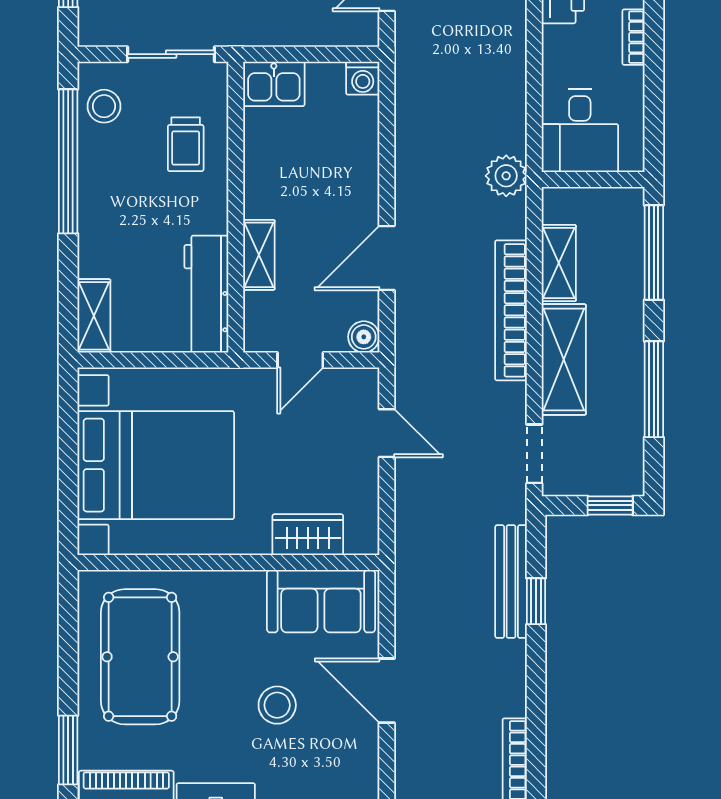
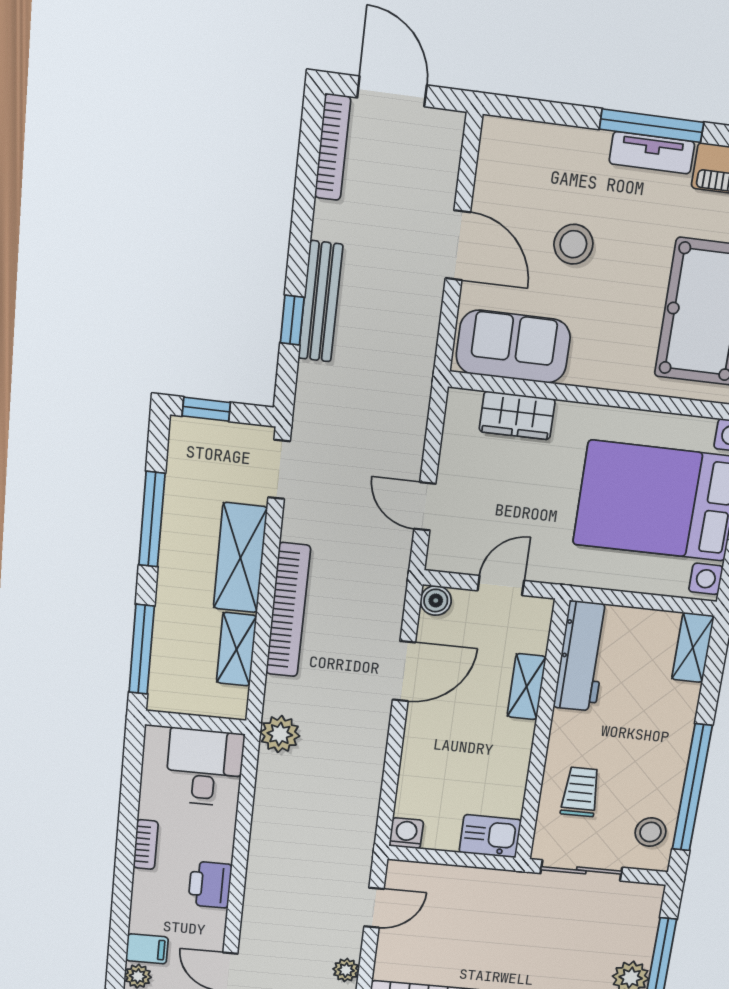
bench: (511, 582) -> (320, 302), moved

